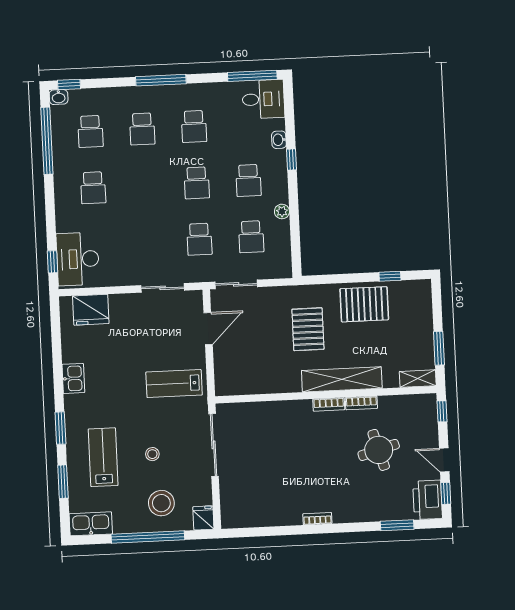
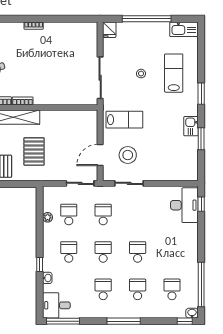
school desk: (93, 188) -> (138, 252), moved
plant: (282, 211) -> (48, 217), moved
fridge: (91, 310) -> (177, 171), removed
lab bench: (103, 457) -> (174, 73), turned 180
window: (63, 482) -> (201, 139), moved
stool: (161, 503) -> (128, 155), moved

